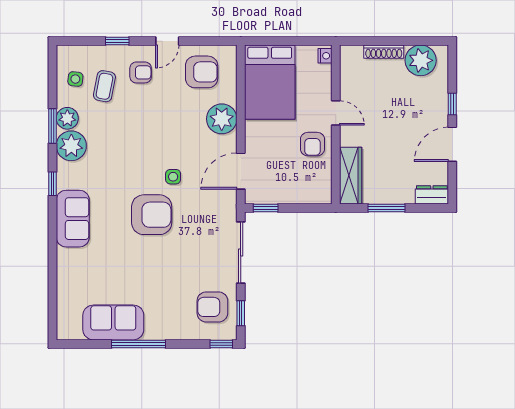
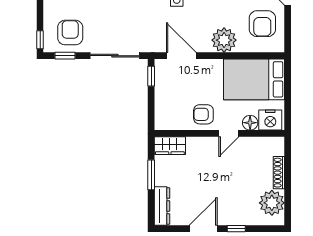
nightstand: (325, 56) -> (270, 120), width x1.89, depth x1.79
floor lamp: (323, 87) -> (250, 123), added
door: (452, 144) -> (203, 229), hinge flipped
wardrobe: (351, 176) -> (170, 146), width x0.67
dresser: (432, 195) -> (162, 206), width x1.44

